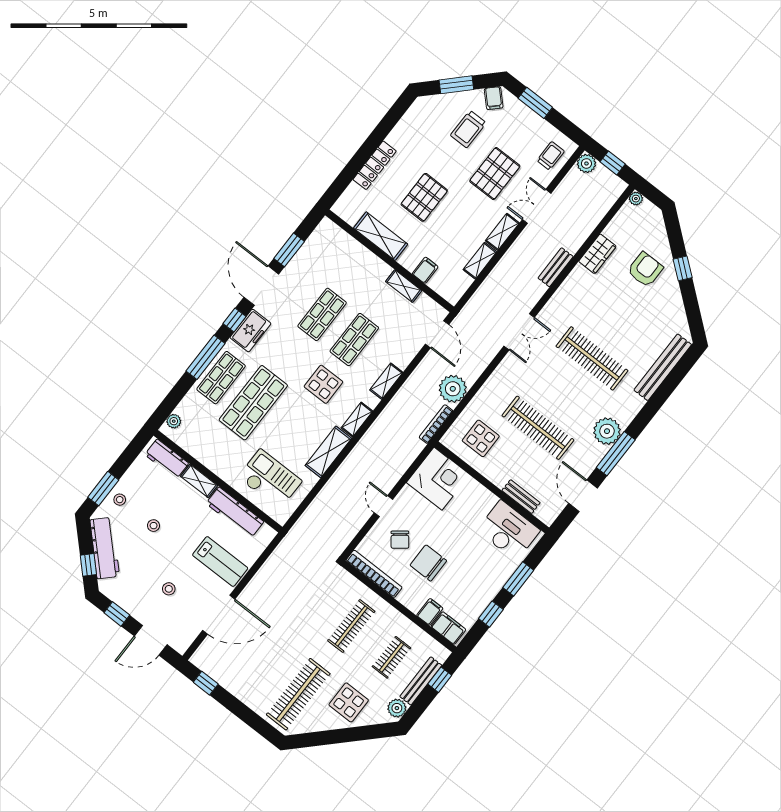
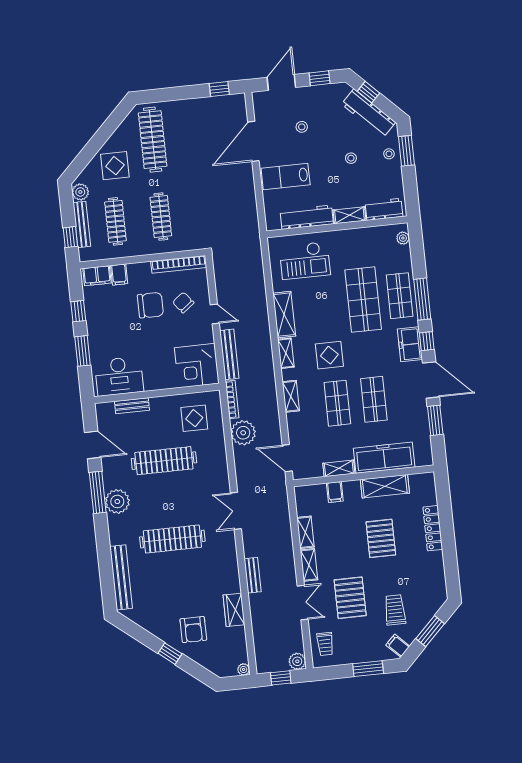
freezer: (359, 260) -> (384, 458), added
bench: (403, 462) -> (229, 354), added
clothes rail: (391, 657) -> (115, 221), width x1.36

